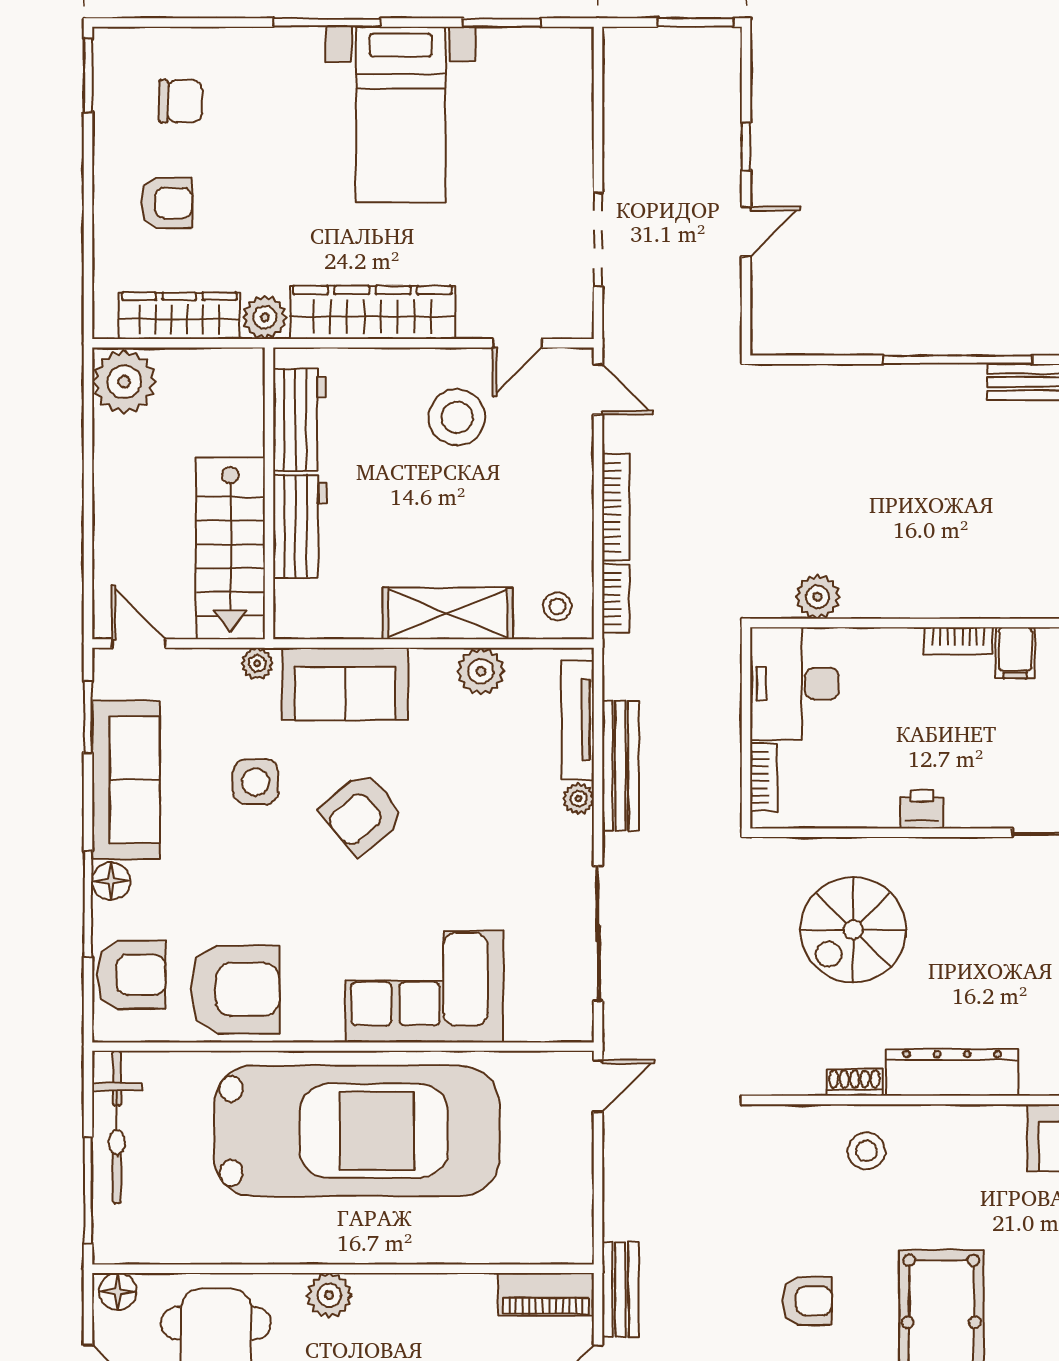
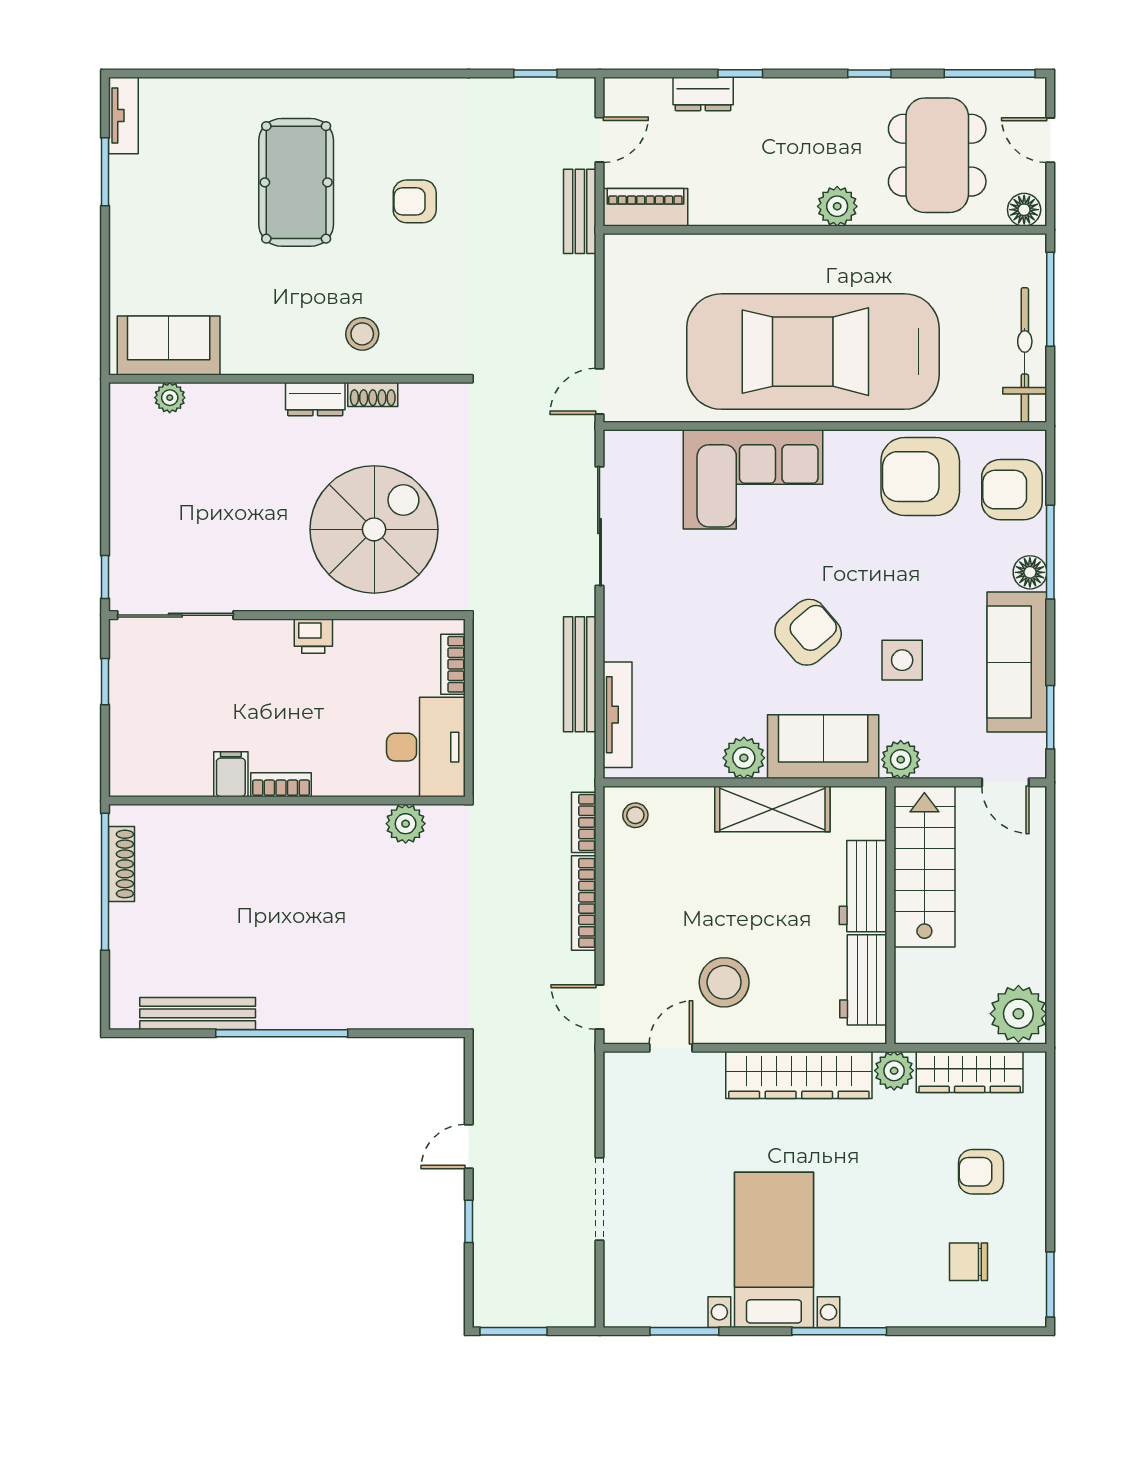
doorway: (598, 239) -> (600, 1199), moved
shelving: (448, 613) -> (772, 809), moved
plant: (257, 663) -> (901, 760), width x1.38, depth x1.38
plant: (481, 671) -> (744, 758), moved
plant: (579, 799) -> (617, 645), removed
spiral stairs: (853, 930) -> (374, 529), width x1.37, depth x1.37
dresser: (952, 1072) -> (315, 399), width x0.51, depth x0.80

